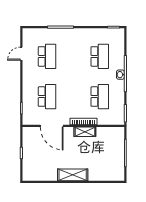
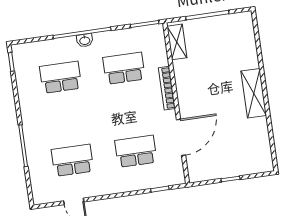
shelving: (85, 132) -> (177, 42), moved

